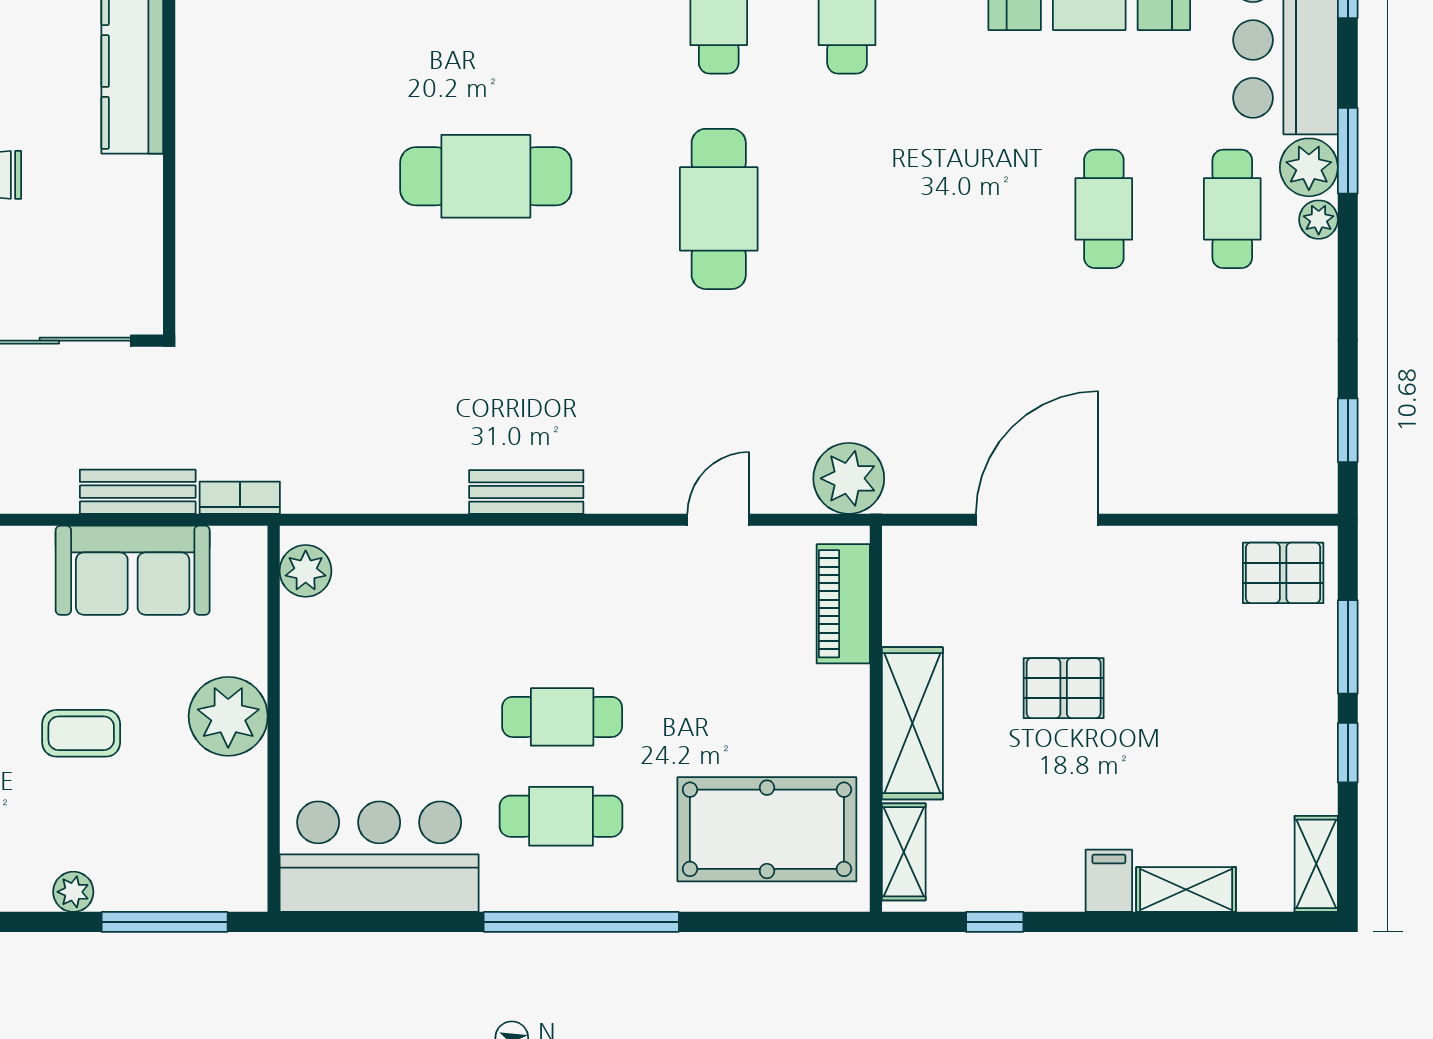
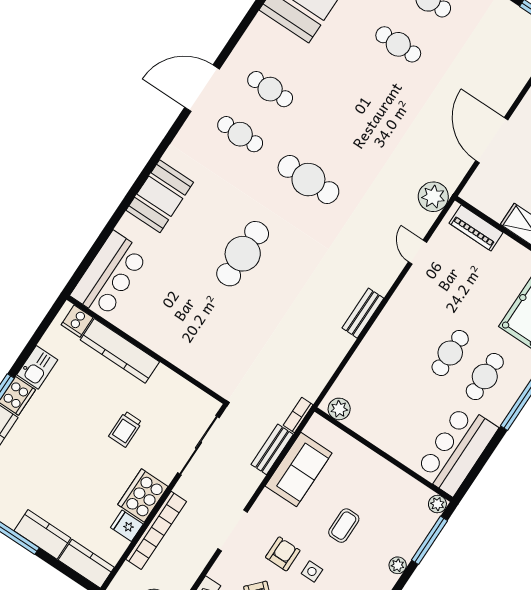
plant: (228, 716) -> (437, 504), moved, width x0.53, depth x0.53

